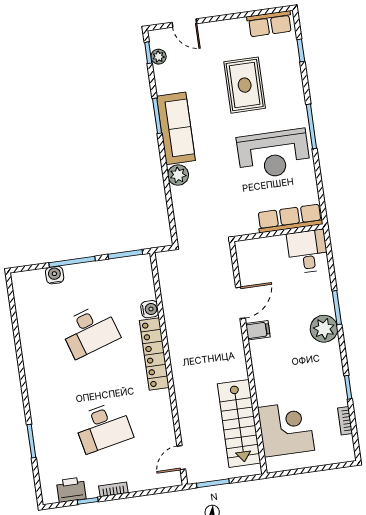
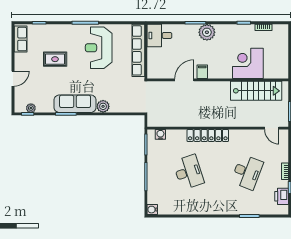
door: (184, 23) -> (13, 79), moved
rug: (245, 85) -> (55, 59), width x0.73, depth x0.70
reception desk: (273, 154) -> (99, 48), turned 180
row of seats: (290, 218) -> (138, 50), width x1.36
water cooler: (55, 275) -> (152, 210), moved
door: (240, 303) -> (184, 80), hinge flipped
water cooler: (150, 309) -> (160, 134), moved
desk: (103, 427) -> (247, 172), turned 33
corner desk: (286, 429) -> (248, 63), moved

